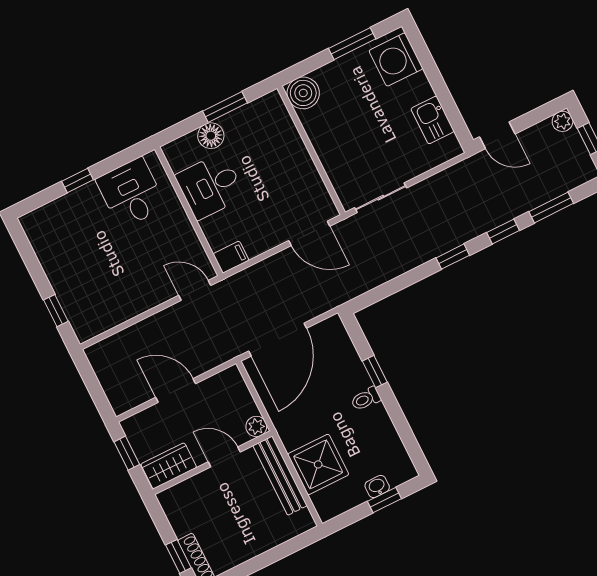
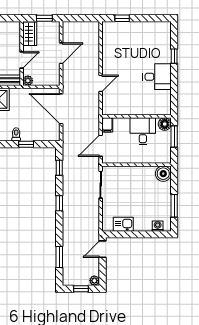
washing machine: (396, 60) -> (158, 226), width x0.53, depth x0.53
desk: (210, 186) -> (143, 131), moved
wall: (189, 211) -> (136, 116), moved
window: (503, 231) -> (59, 168), moved
filing cabinet: (231, 257) -> (107, 125), moved

